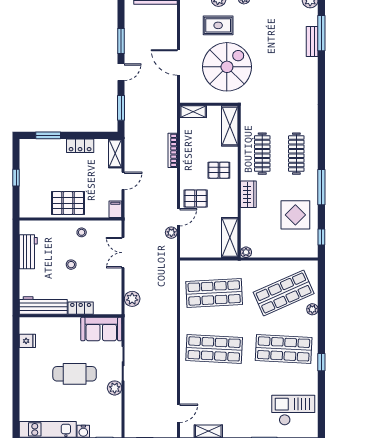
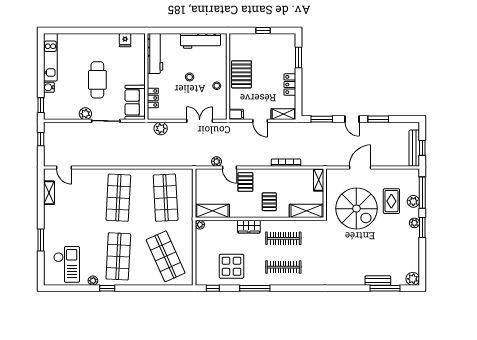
workbench: (28, 252) -> (200, 41), width x1.38
locker: (81, 308) -> (153, 98), moved
plant: (312, 309) -> (93, 281), moved

